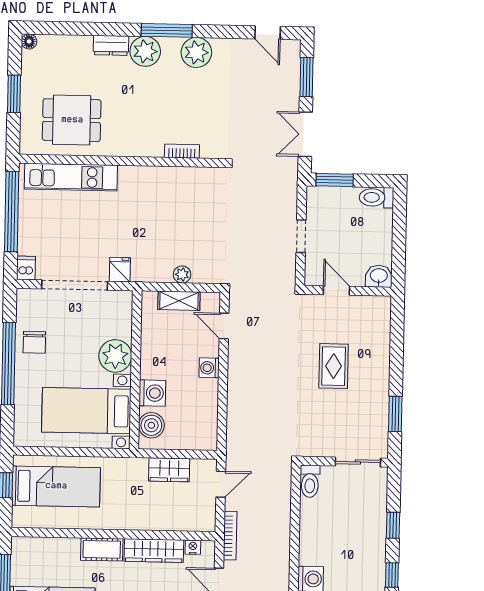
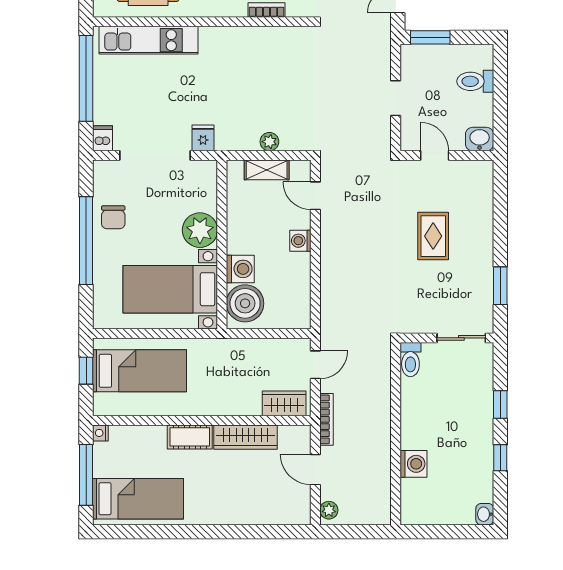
toilet: (376, 197) -> (475, 81), moved
boiler: (151, 425) -> (245, 303), width x1.37, depth x1.37
wardrobe: (169, 470) -> (284, 403), moved, turned 180
nightstand: (193, 547) -> (100, 433), moved, turned -90

